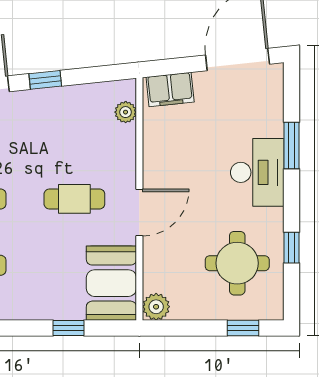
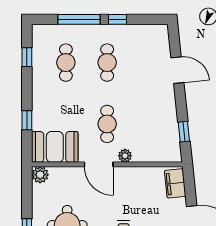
window: (45, 80) -> (184, 132), moved
plant: (126, 112) -> (125, 156), moved

